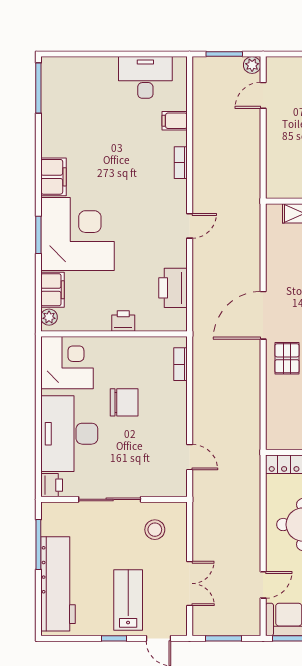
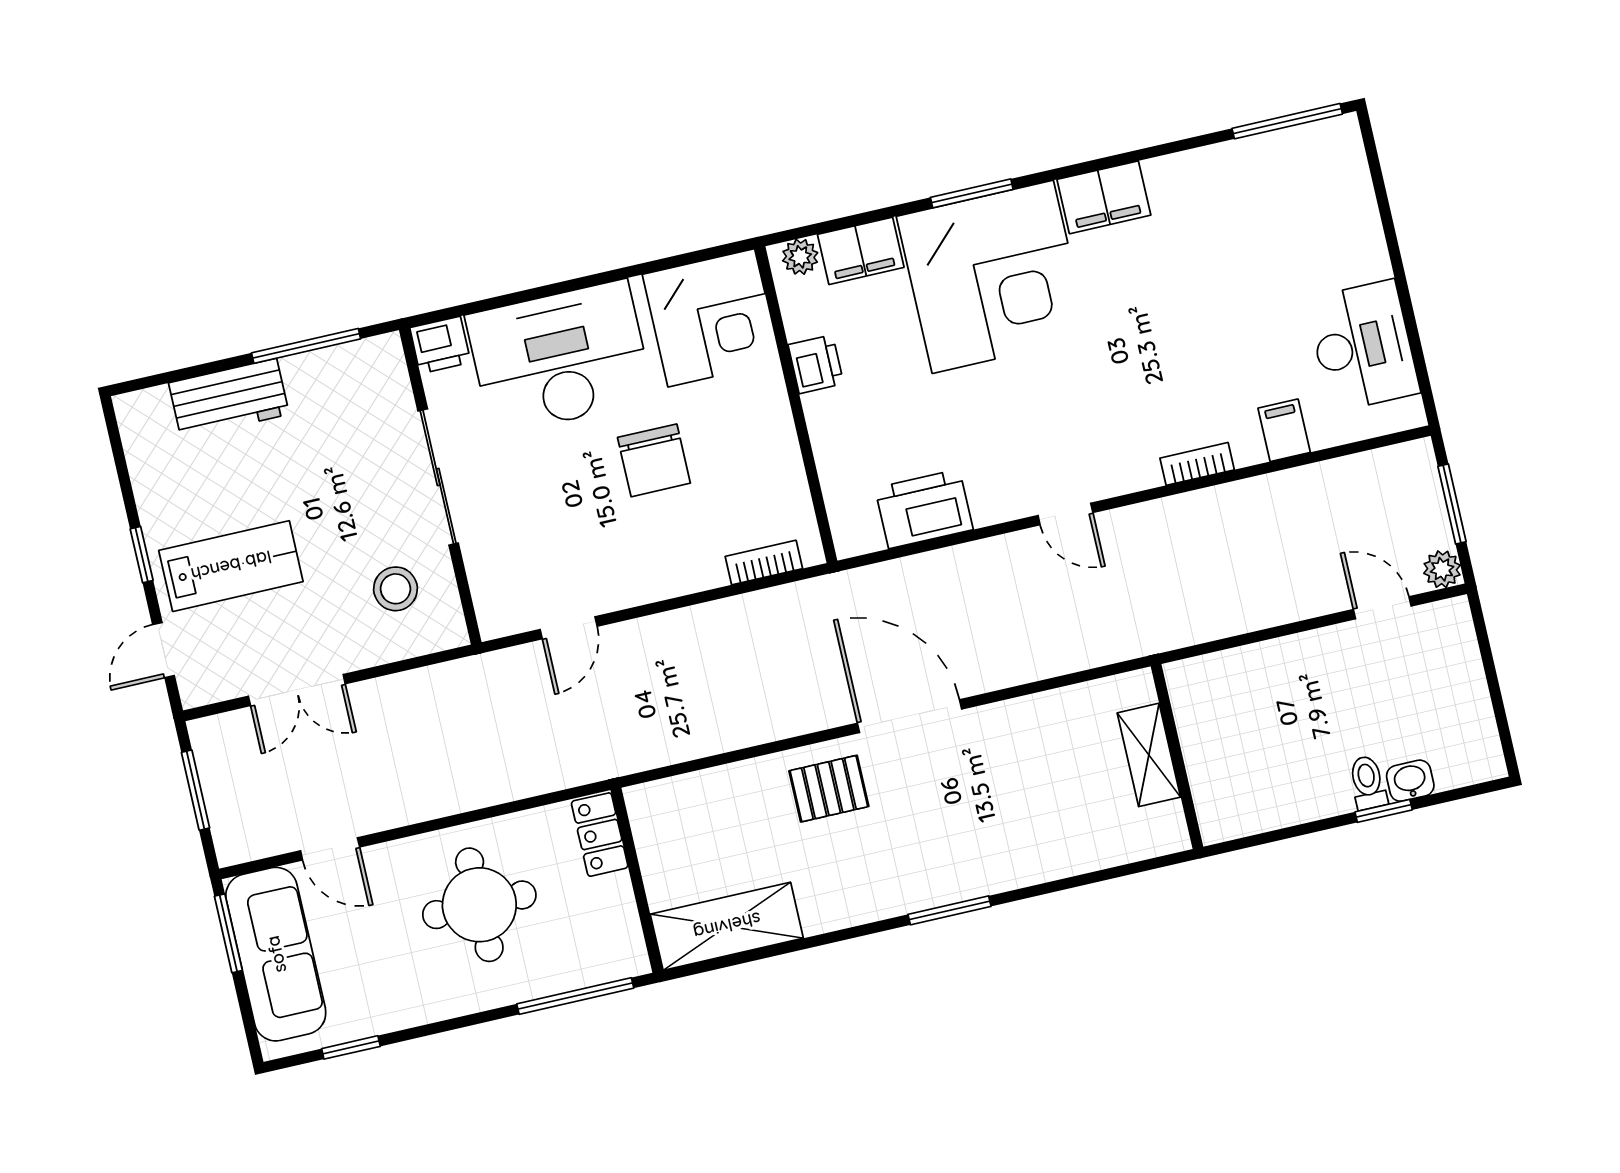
printer: (123, 321) -> (816, 364), moved
workbench: (58, 584) -> (229, 399), width x0.53, depth x0.76

